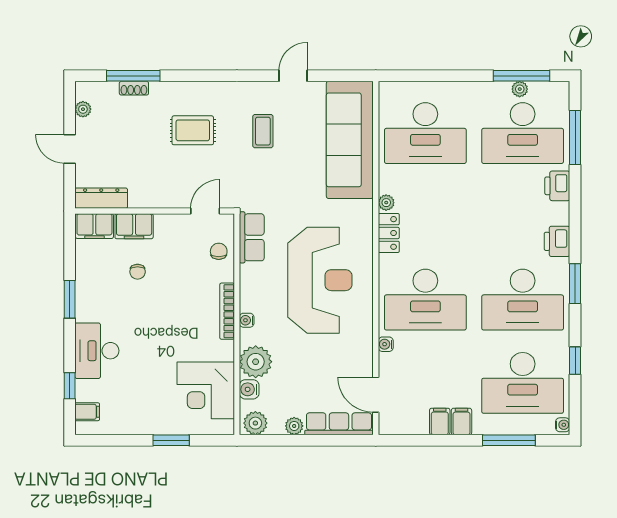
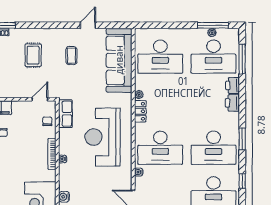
rug: (193, 130) -> (33, 55), turned 90
printer: (557, 241) -> (232, 103), moved
reception desk: (320, 280) -> (103, 137), turned 180
plant: (256, 362) -> (67, 182), removed

